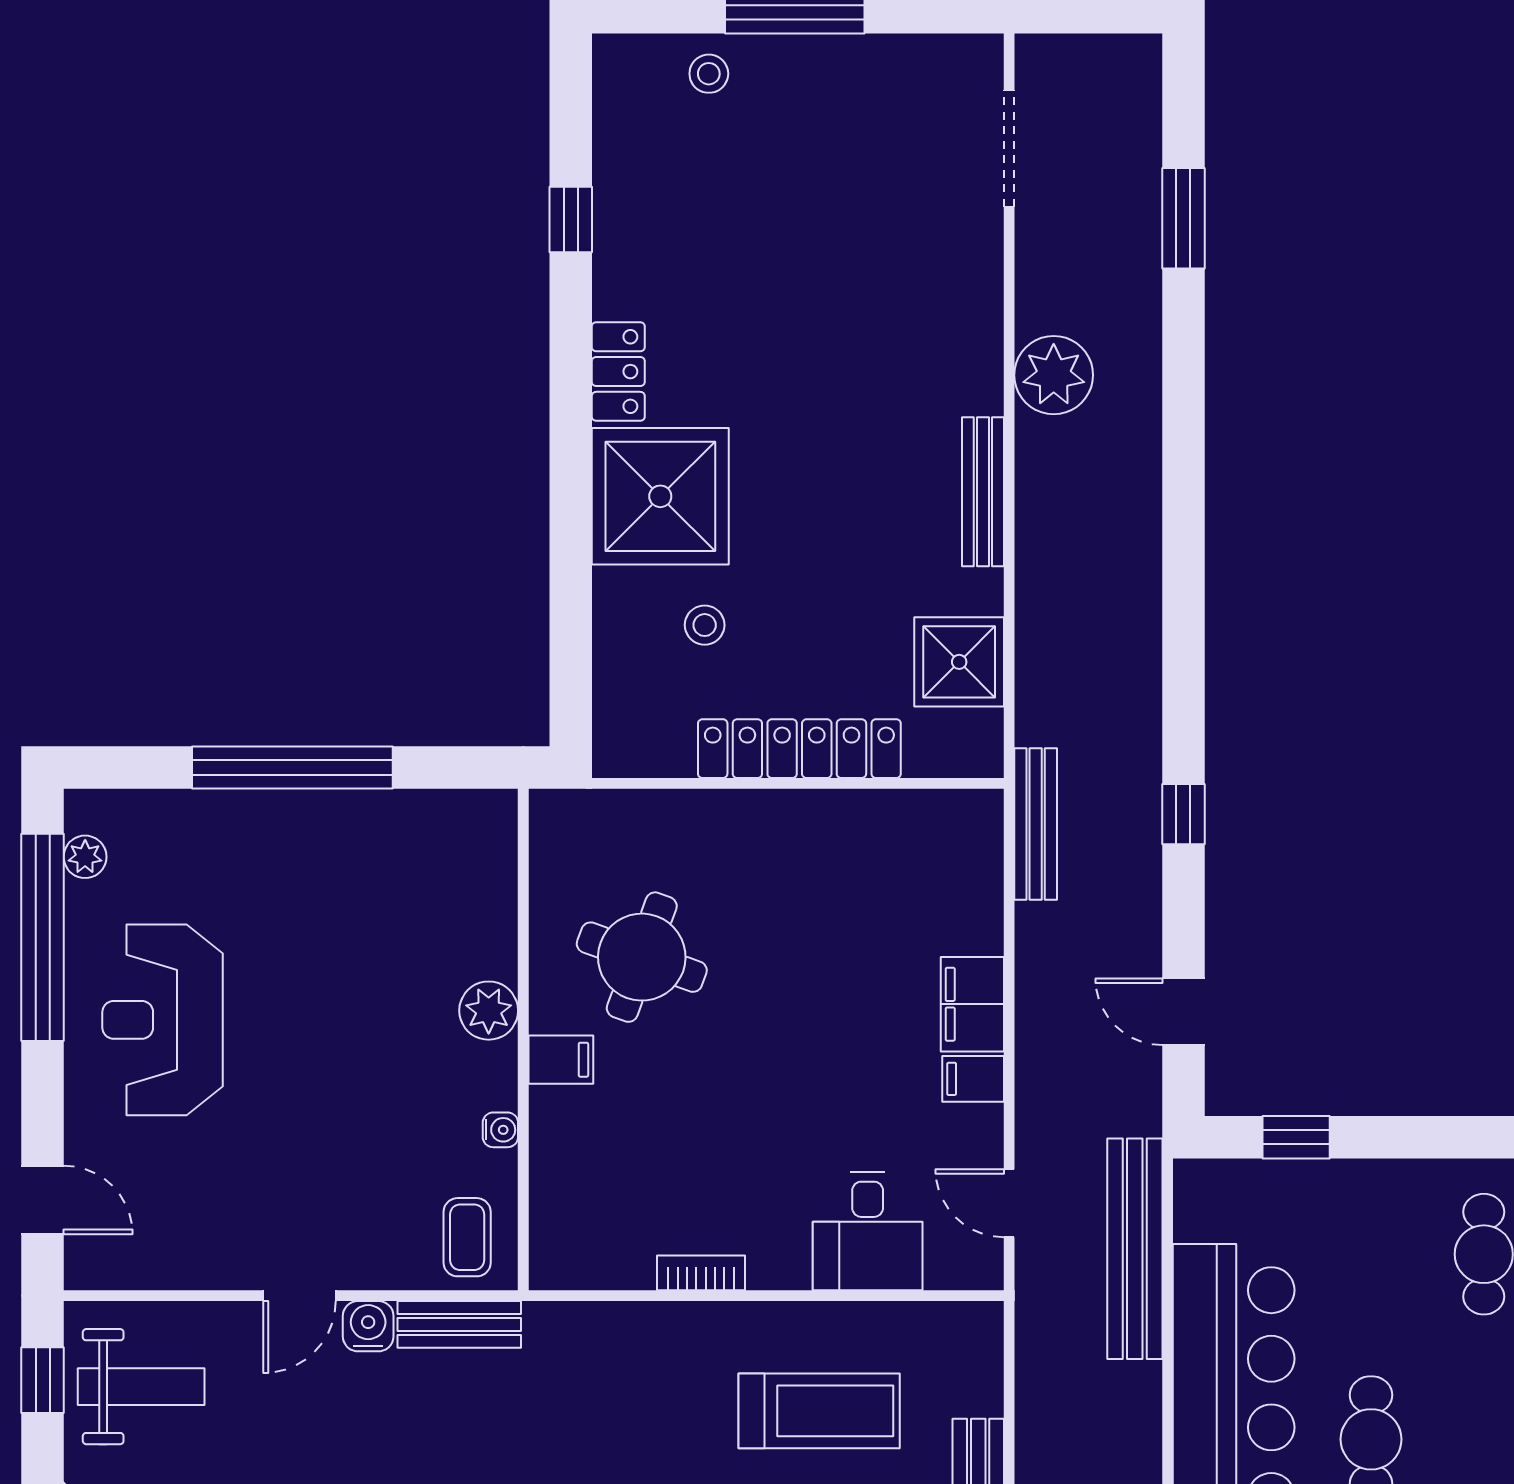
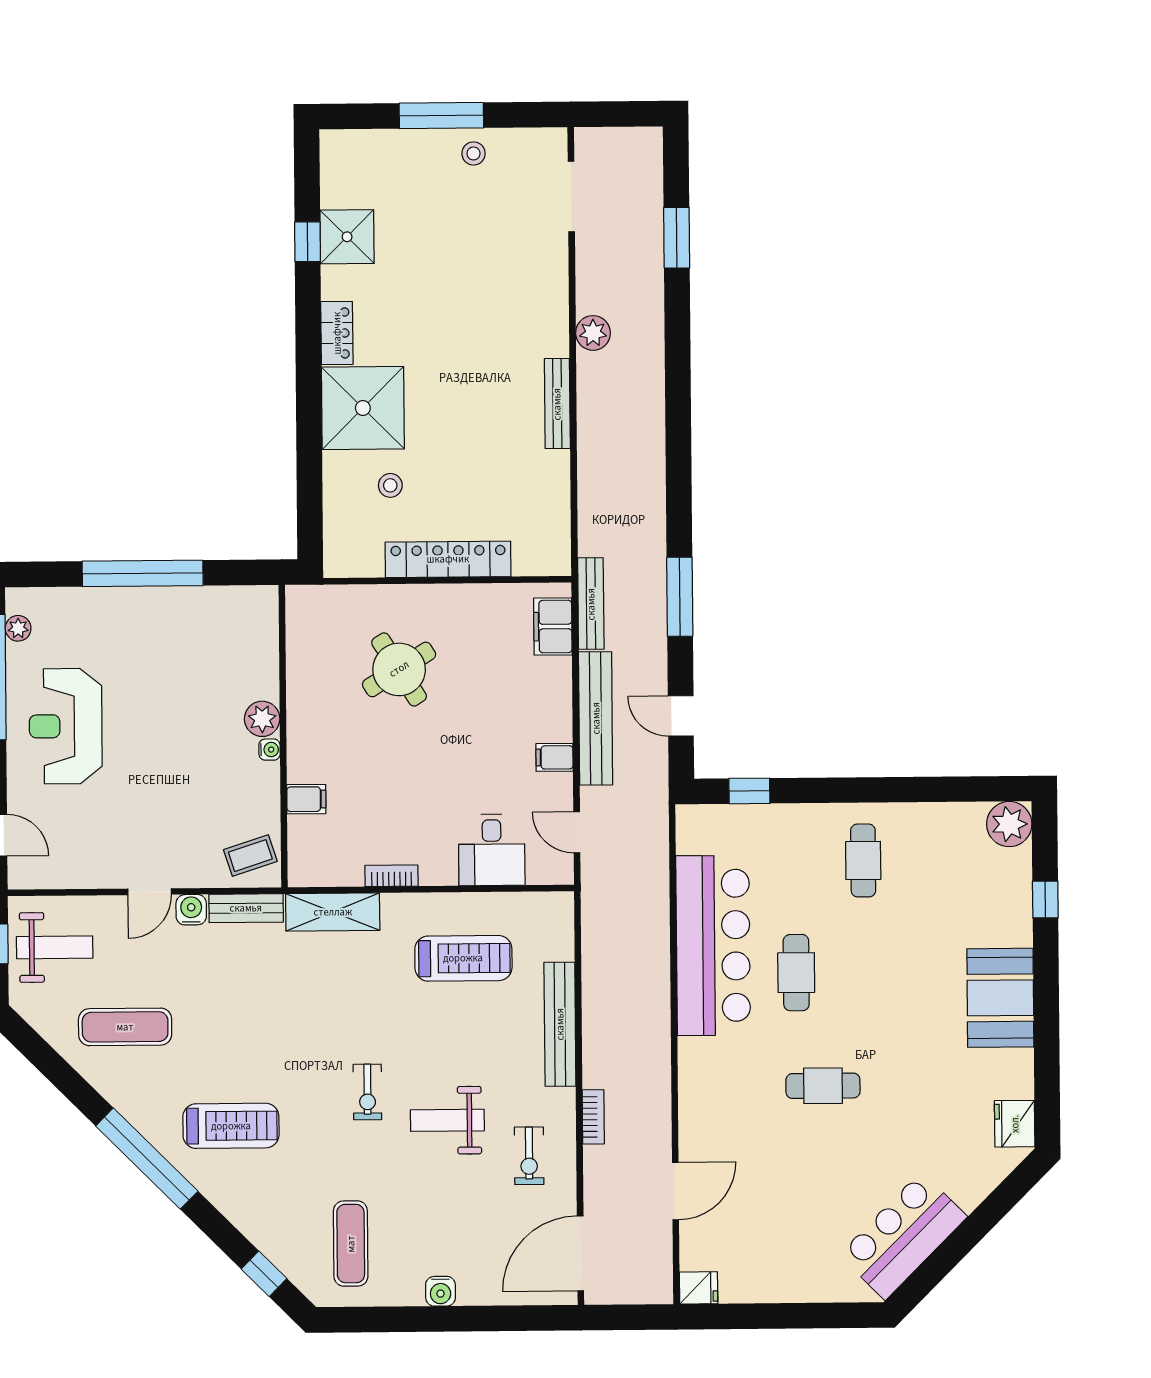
stool: (709, 74) -> (474, 153), moved
plant: (1054, 375) -> (593, 333), width x0.73, depth x0.73
shower: (959, 662) -> (347, 237), moved
window: (1183, 814) -> (680, 597), width x2.17
round table: (642, 957) -> (399, 669), moved, turned 38
filing cabinet: (972, 1004) -> (553, 627), moved
filing cabinet: (561, 1060) -> (306, 799), moved
water cooler: (500, 1130) -> (269, 750), moved
coffee table: (467, 1237) -> (250, 856), turned 72
bench: (1135, 1249) -> (596, 718), moved
shelving: (603, 1332) -> (333, 912), added

